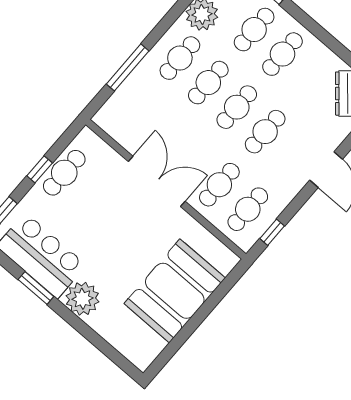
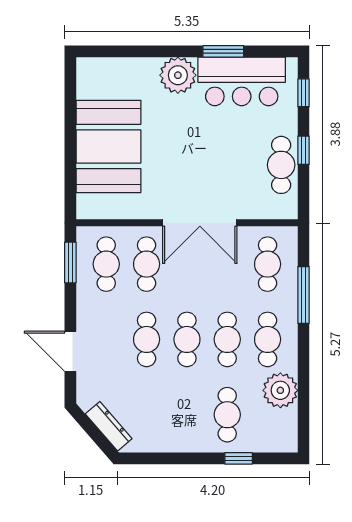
cafe table: (283, 54) -> (268, 264), moved
window: (272, 232) -> (70, 262), width x1.50

